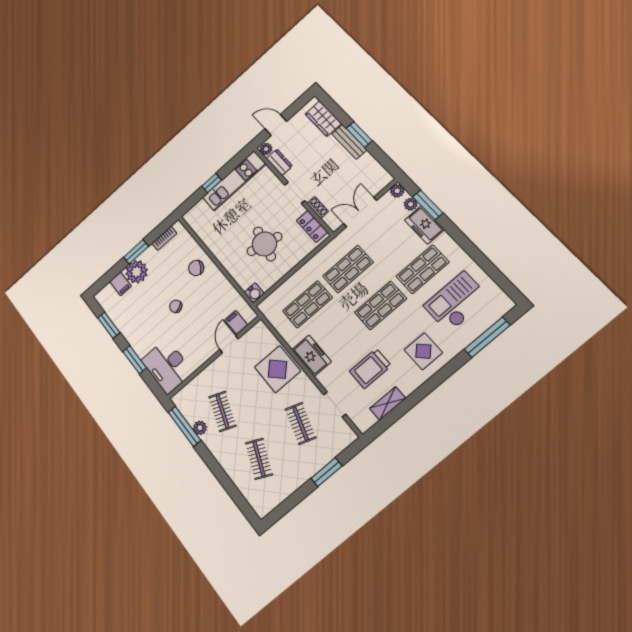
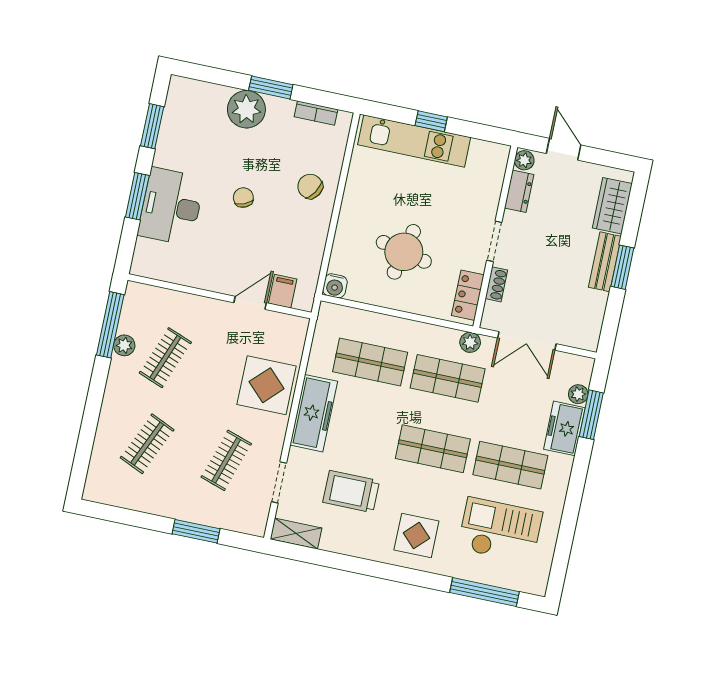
kitchen unit: (234, 181) -> (414, 141), moved
plant: (397, 191) -> (470, 342), moved
double door: (360, 212) -> (527, 341), swing flipped
filing cabinet: (121, 284) -> (215, 100), removed
freezer: (312, 356) -> (314, 413), width x1.40
desk: (167, 366) -> (171, 206), moved
shelving: (388, 403) -> (296, 534), moved

